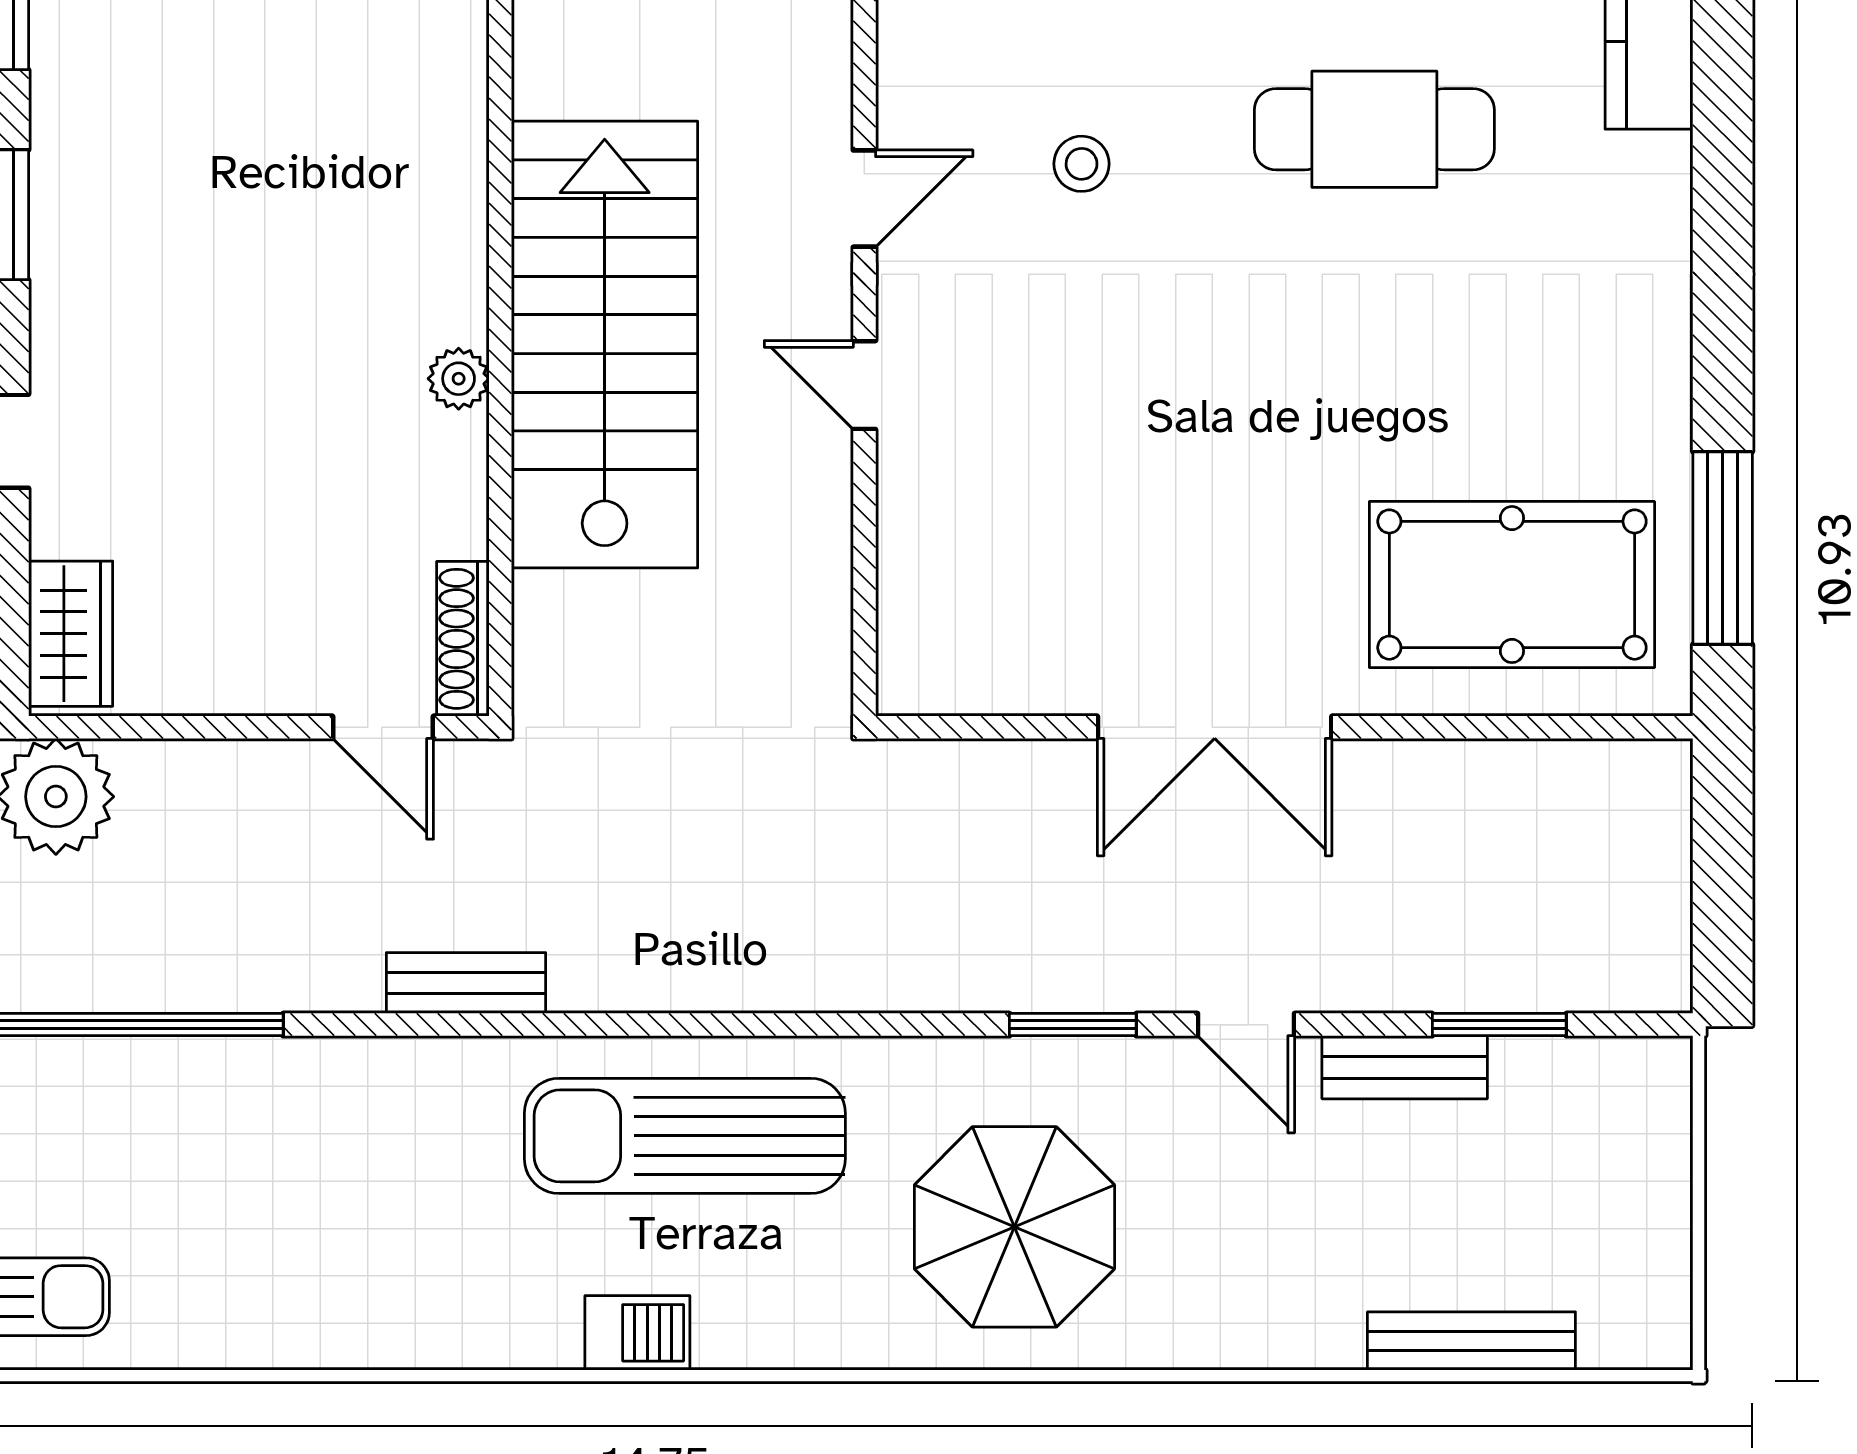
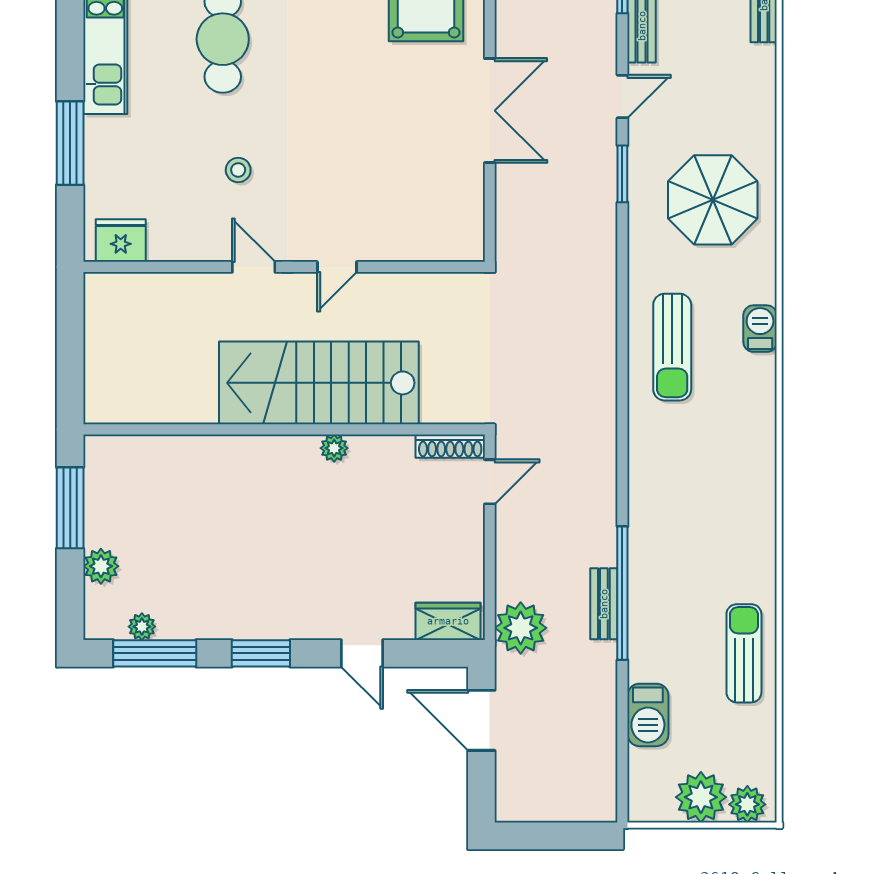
bench: (466, 983) -> (604, 604), moved
sun lounger: (685, 1136) -> (672, 347), width x0.73, depth x0.75
barbecue: (637, 1333) -> (760, 329), moved

